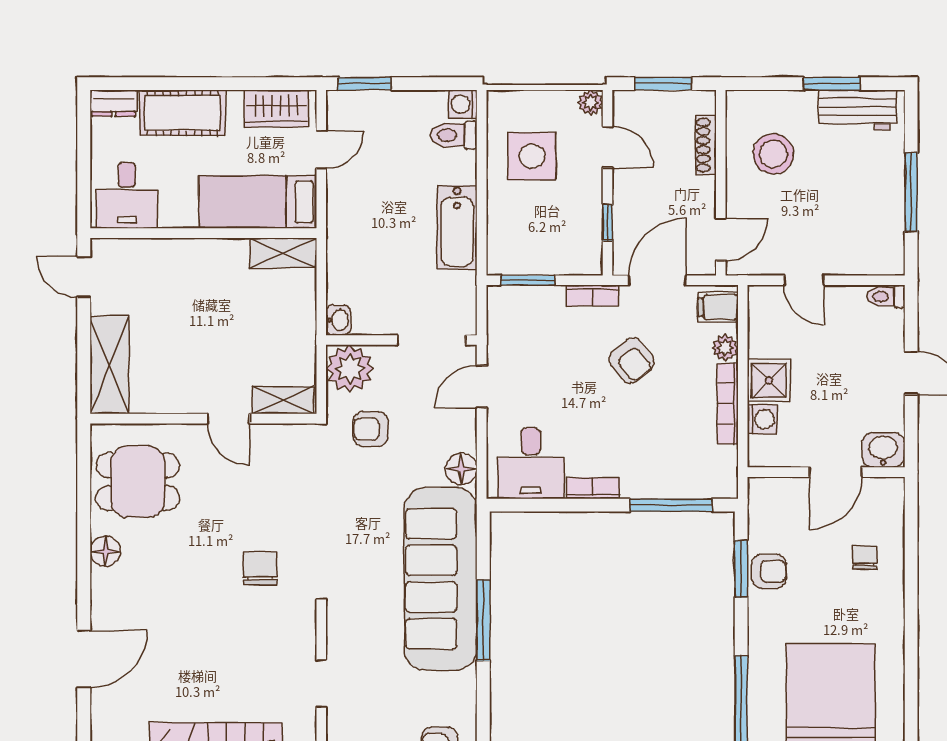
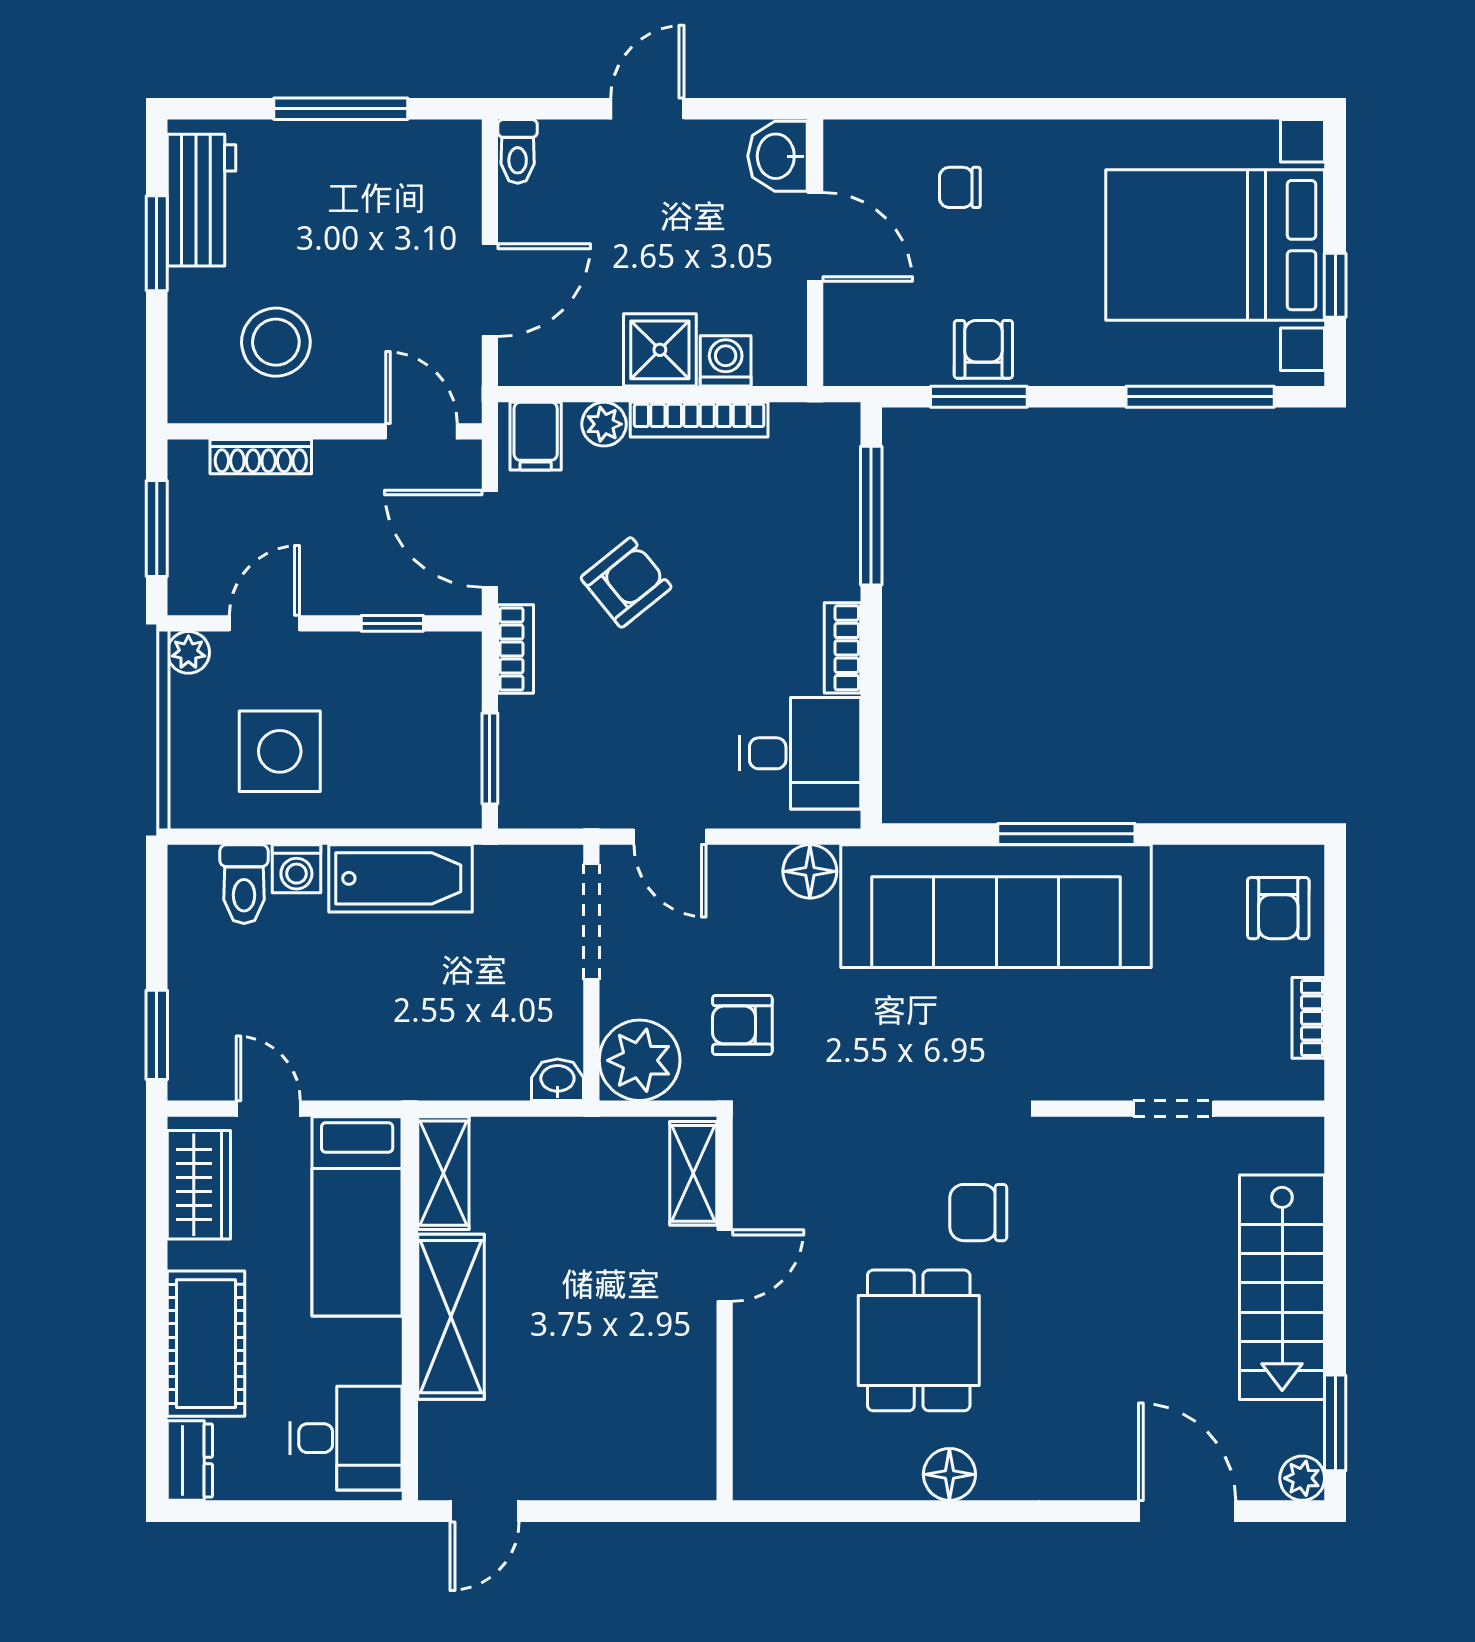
washing machine: (463, 104) -> (296, 869), moved
door: (804, 280) -> (490, 290), width x1.38
shelving: (110, 365) -> (451, 1317), moved, turned 90
armchair: (371, 429) -> (742, 1025), turned 90
dining table: (138, 482) -> (919, 1340), moved
door: (84, 659) -> (1187, 1511), moved

